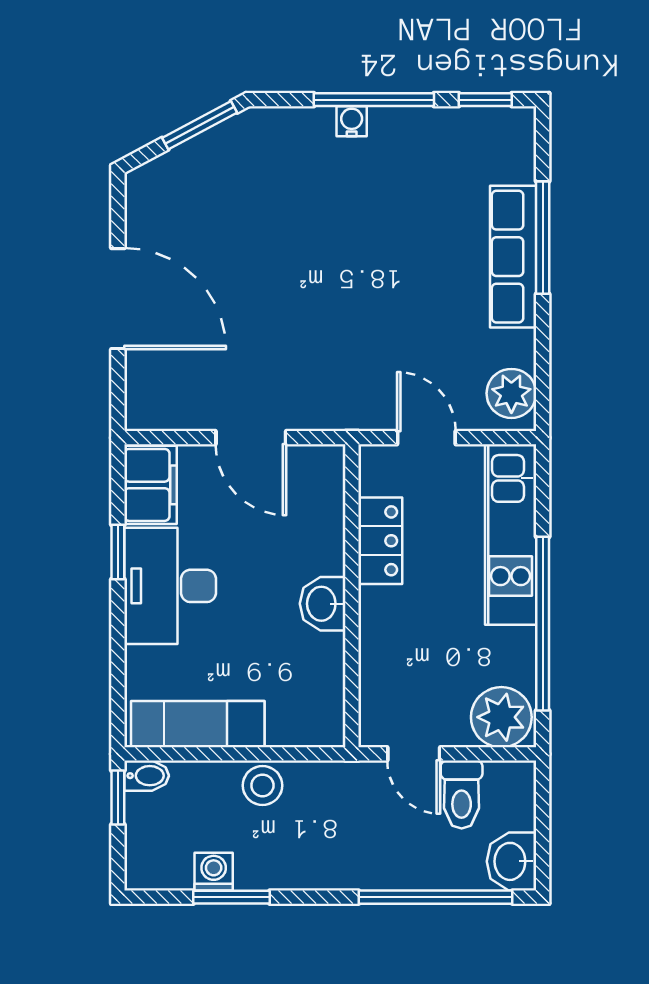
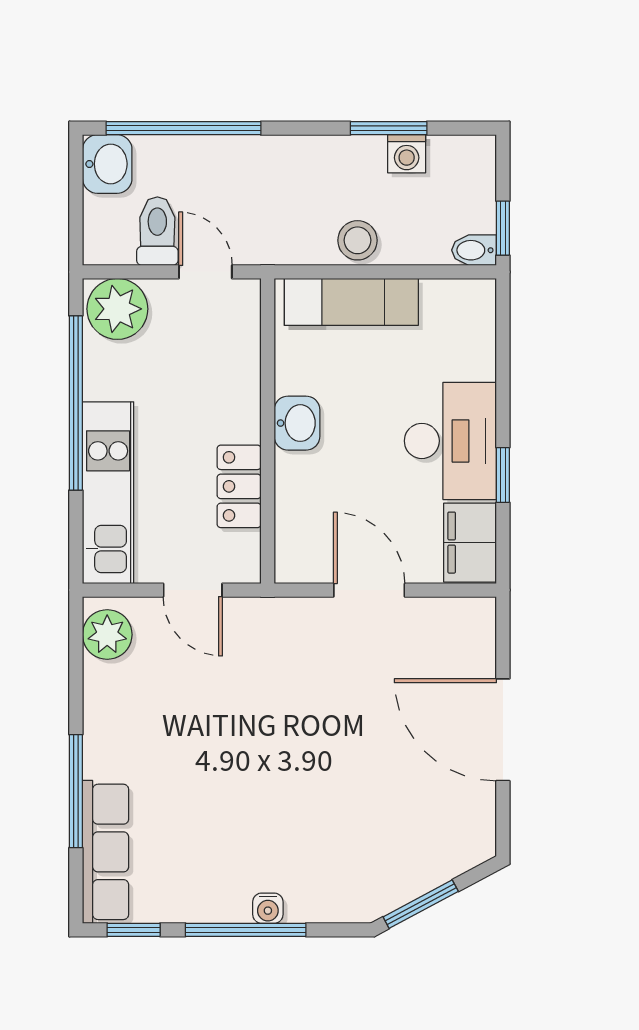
row of seats: (513, 257) -> (106, 852), moved
exam couch: (198, 724) -> (351, 302), moved

